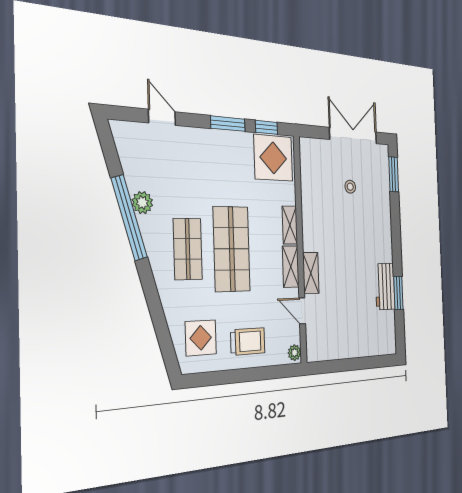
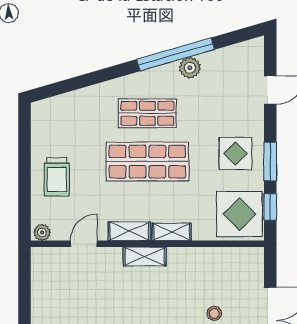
shelving: (311, 273) -> (145, 256), moved
display table: (201, 338) -> (235, 154), moved

